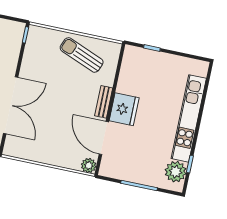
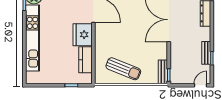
kitchen counter: (127, 77) -> (85, 60), added
bench: (104, 102) -> (163, 72), moved

